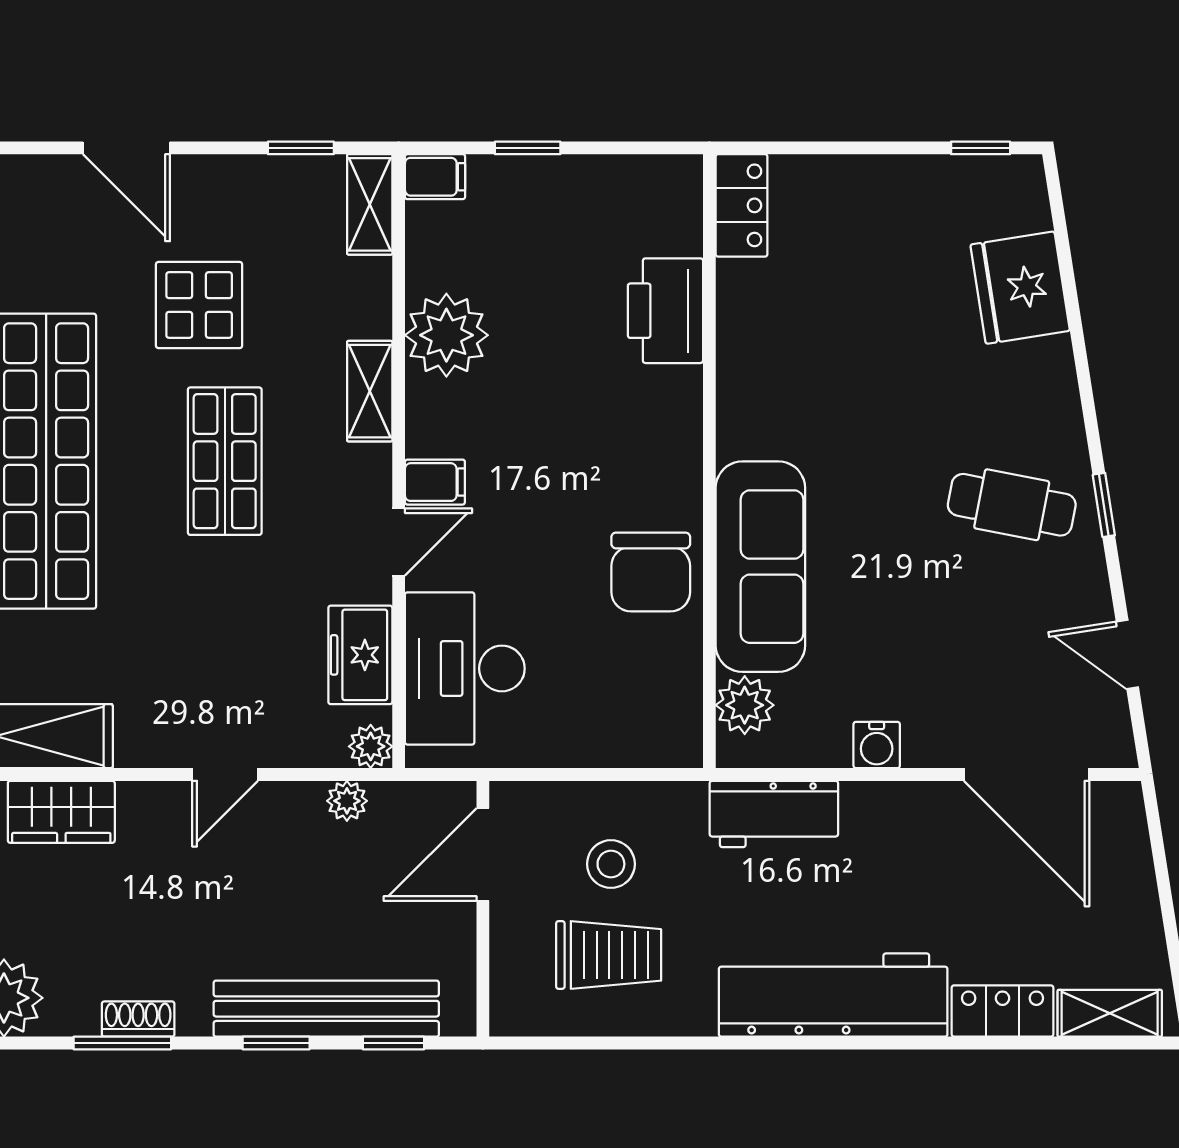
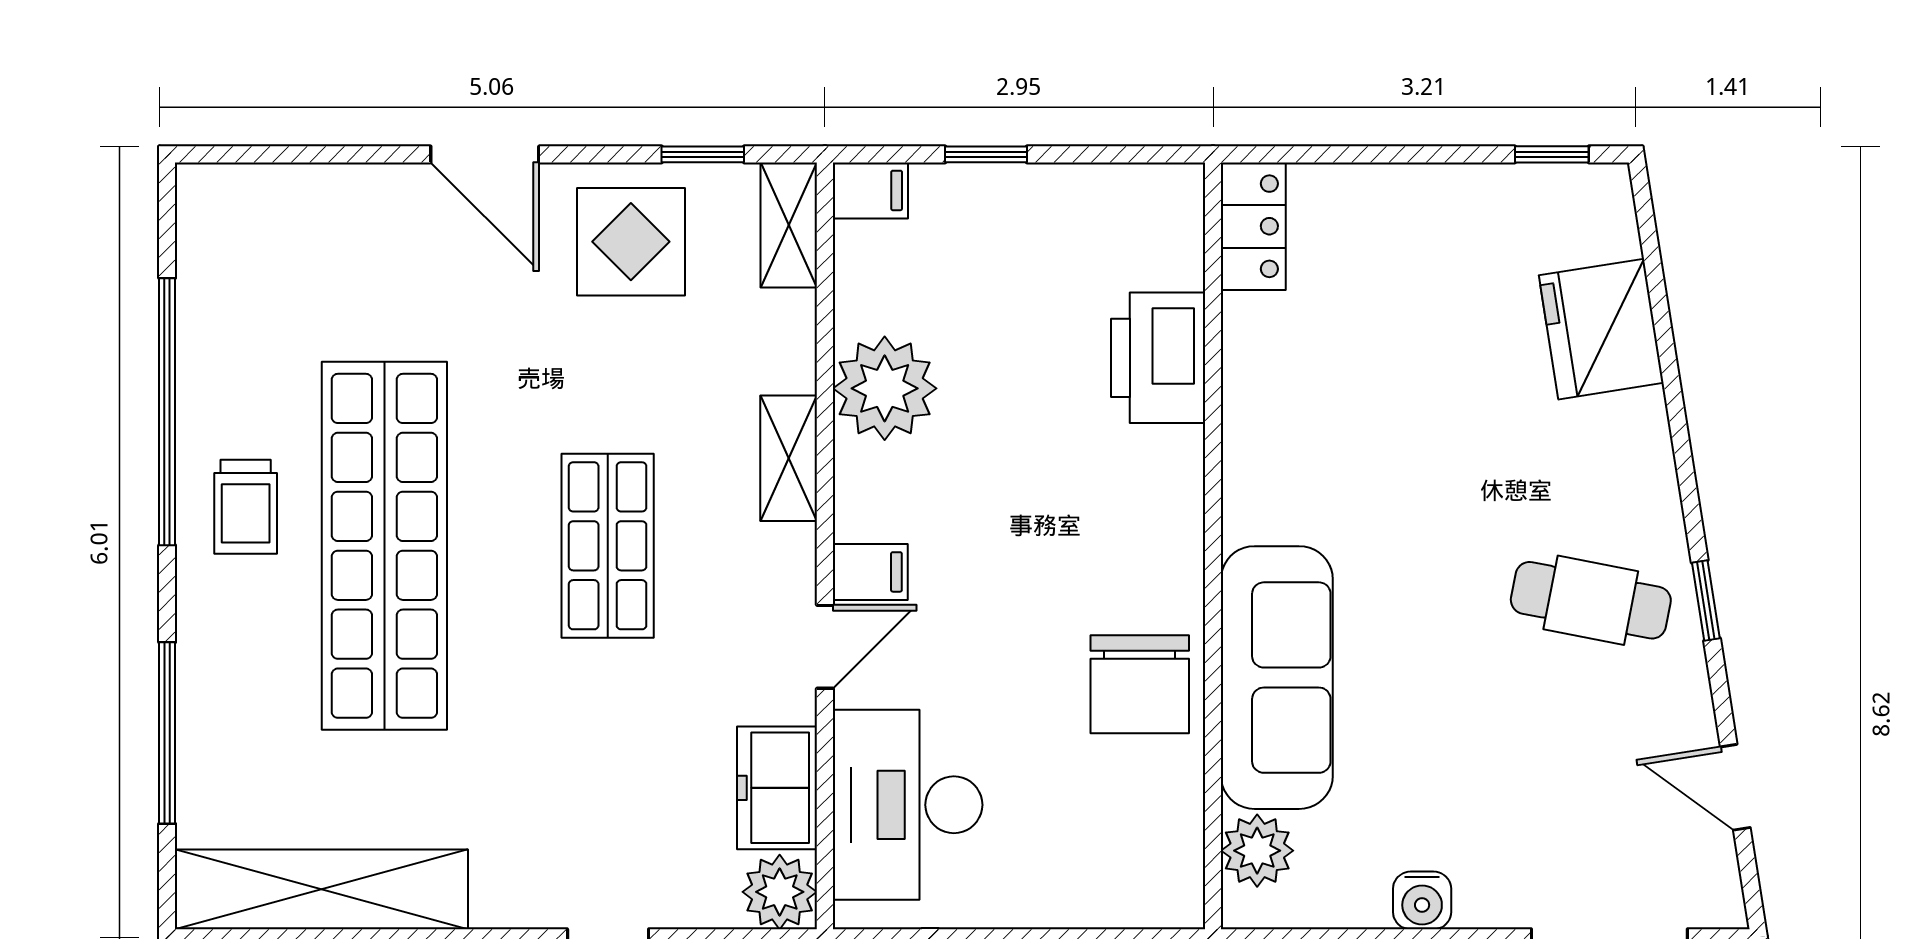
display table: (199, 305) -> (631, 242), moved
plant: (371, 746) -> (780, 892), width x1.38, depth x1.38

